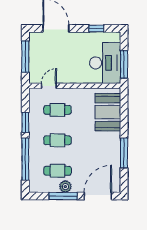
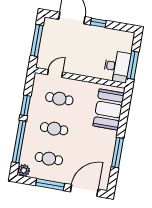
window: (96, 28) -> (98, 23), moved
desk: (105, 63) -> (117, 67), width x0.73, depth x0.77
plant: (65, 187) -> (24, 170), moved

